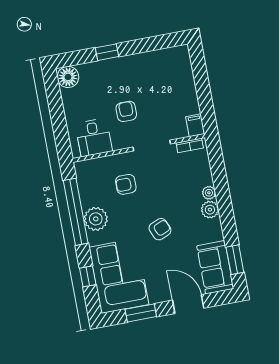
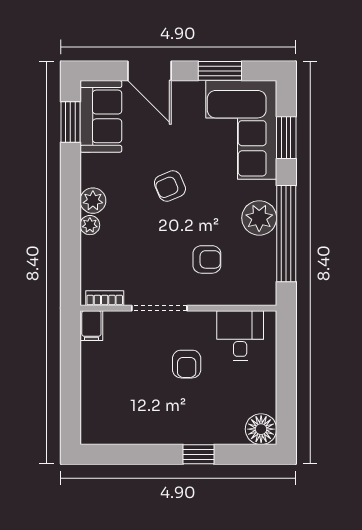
window: (88, 276) -> (286, 138), width x1.50

